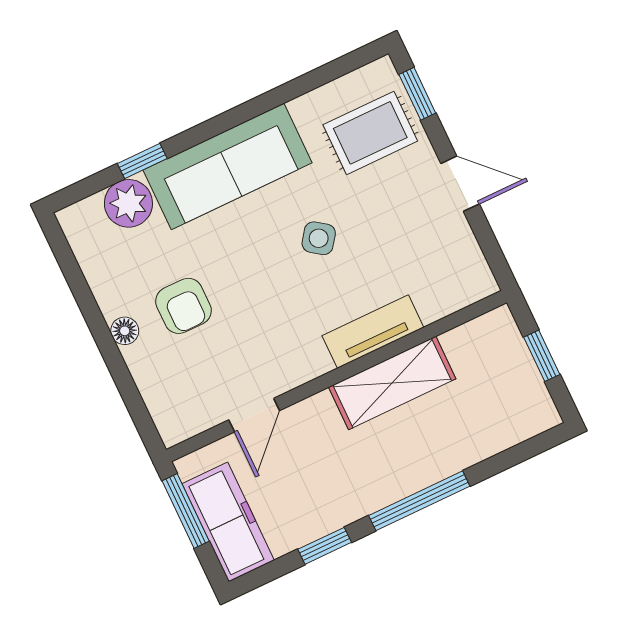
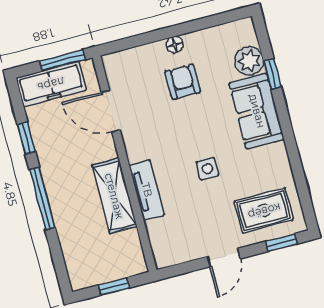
rug: (370, 133) -> (264, 211), turned 90
sofa: (228, 166) -> (257, 111), width x0.73
side table: (319, 238) -> (207, 169), turned -36
armchair: (183, 306) -> (183, 82), turned 90
door: (254, 415) -> (111, 111), width x1.38

